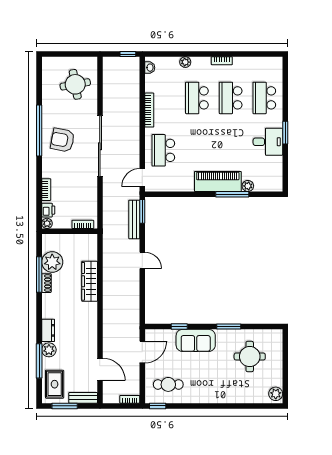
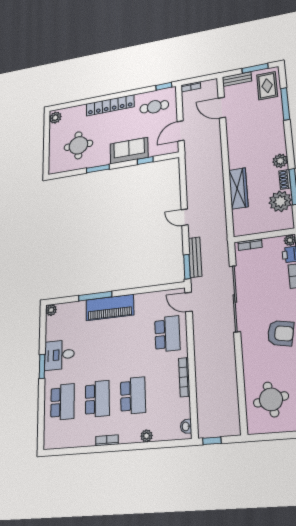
sliding door: (100, 146) -> (235, 298), moved
door: (142, 178) -> (189, 302), swing flipped
plant: (248, 186) -> (51, 310), moved
dresser: (48, 330) -> (278, 134), removed
plant: (49, 350) -> (280, 161), moved
locker: (215, 396) -> (110, 105), added

